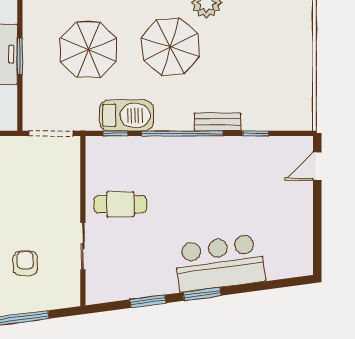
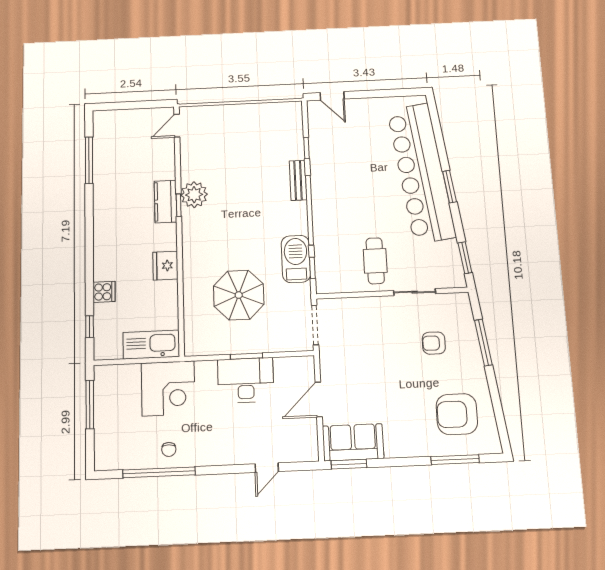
parasol: (171, 47) -> (234, 224), removed
bar counter: (220, 263) -> (421, 173), width x1.86
window: (148, 301) -> (465, 258), moved

